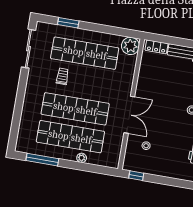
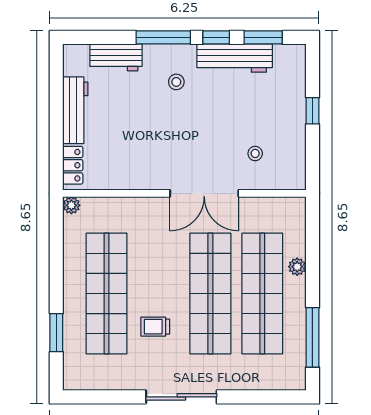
plant: (130, 46) -> (71, 205), width x0.53, depth x0.53
sliding door: (28, 49) -> (181, 397), moved
double door: (129, 115) -> (204, 193), swing flipped
window: (136, 176) -> (312, 111), moved

